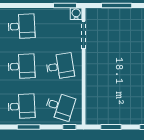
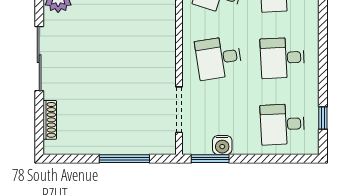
water cooler: (76, 14) -> (222, 145), moved

